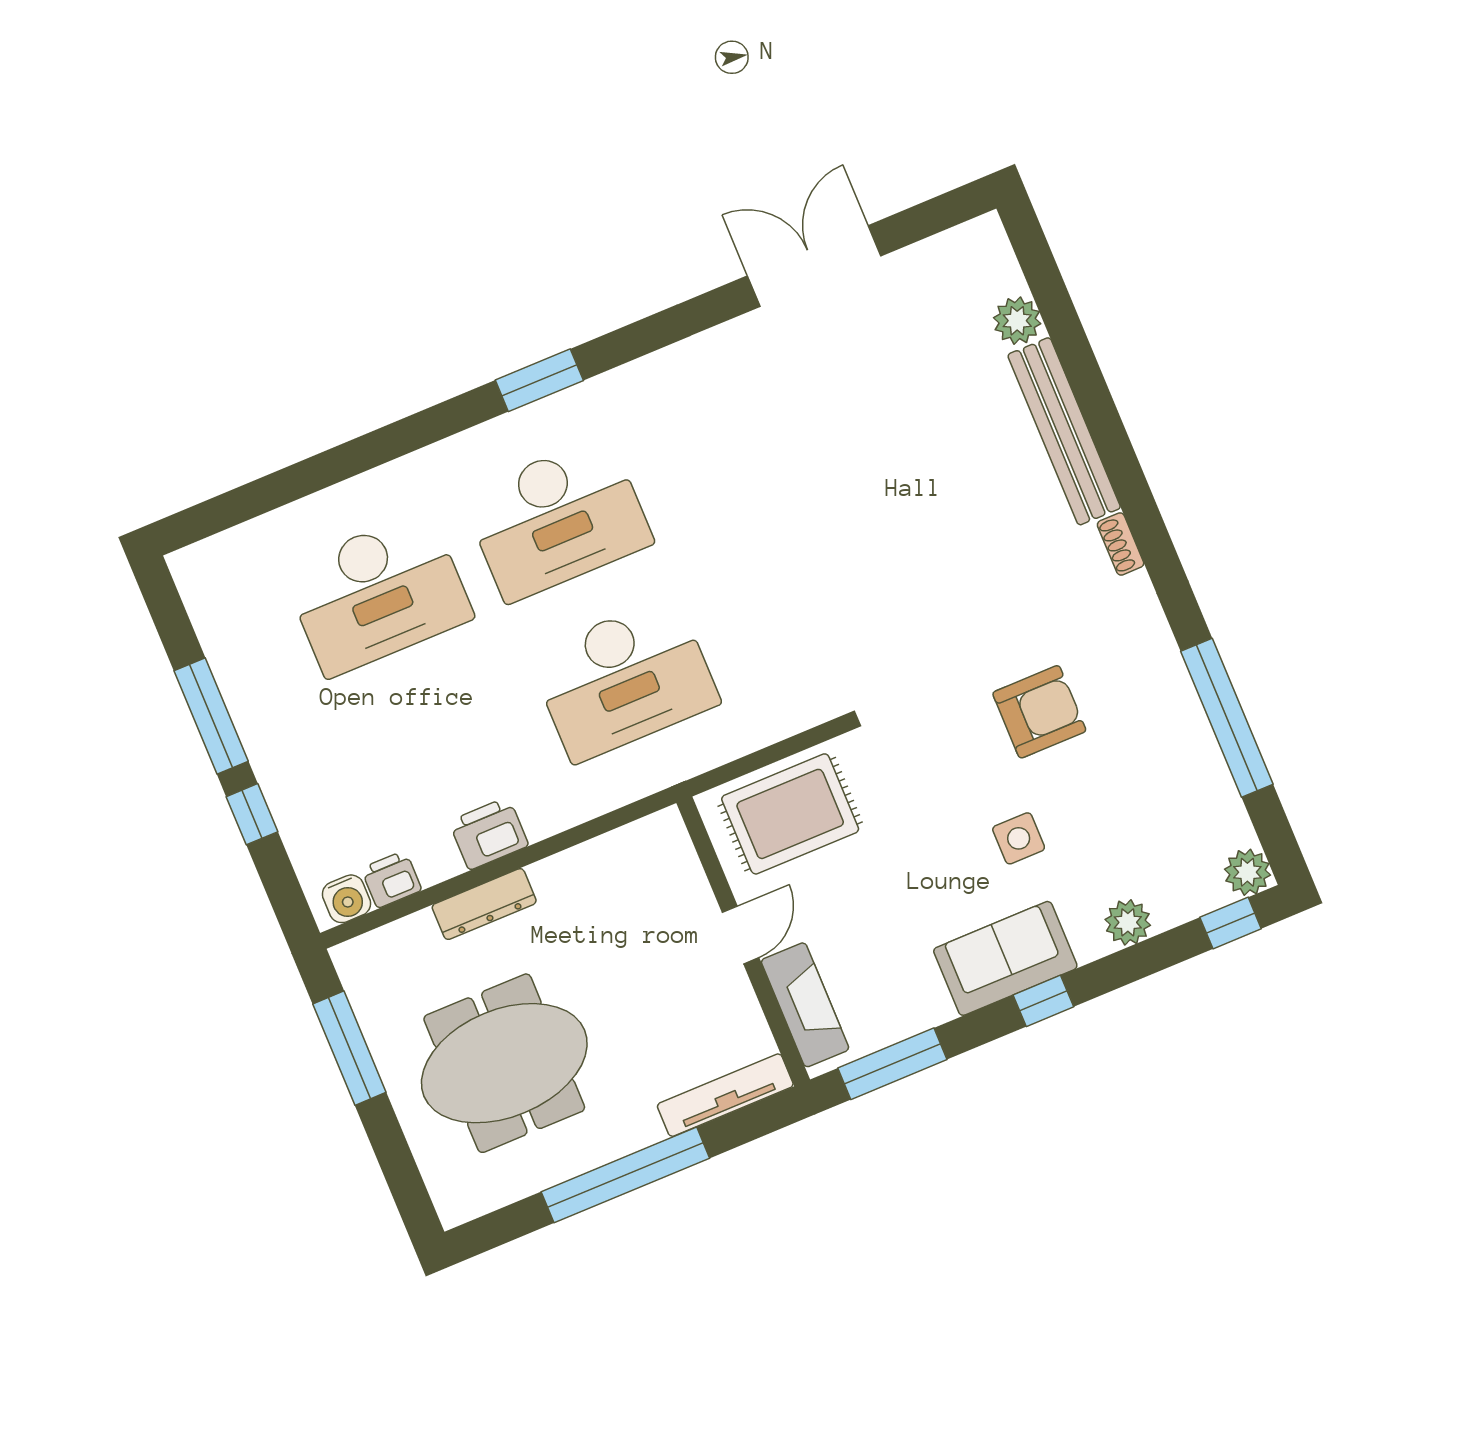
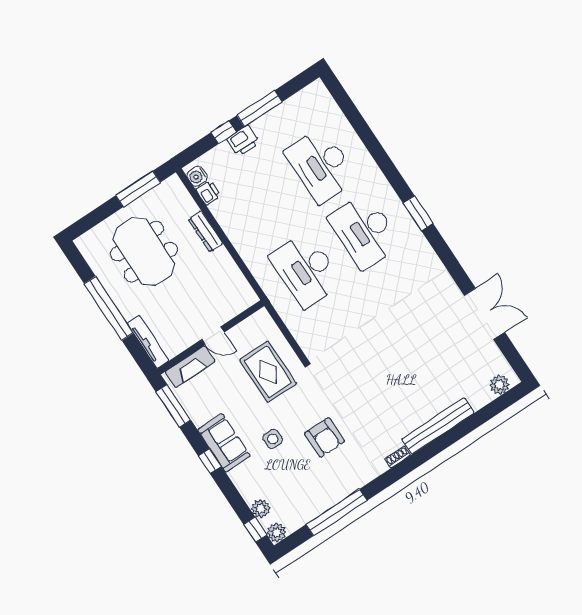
plant: (1017, 321) -> (499, 385), moved
rug: (790, 814) -> (268, 372), moved
printer: (489, 833) -> (243, 141), moved, turned 90
plant: (1128, 922) -> (261, 509), moved

